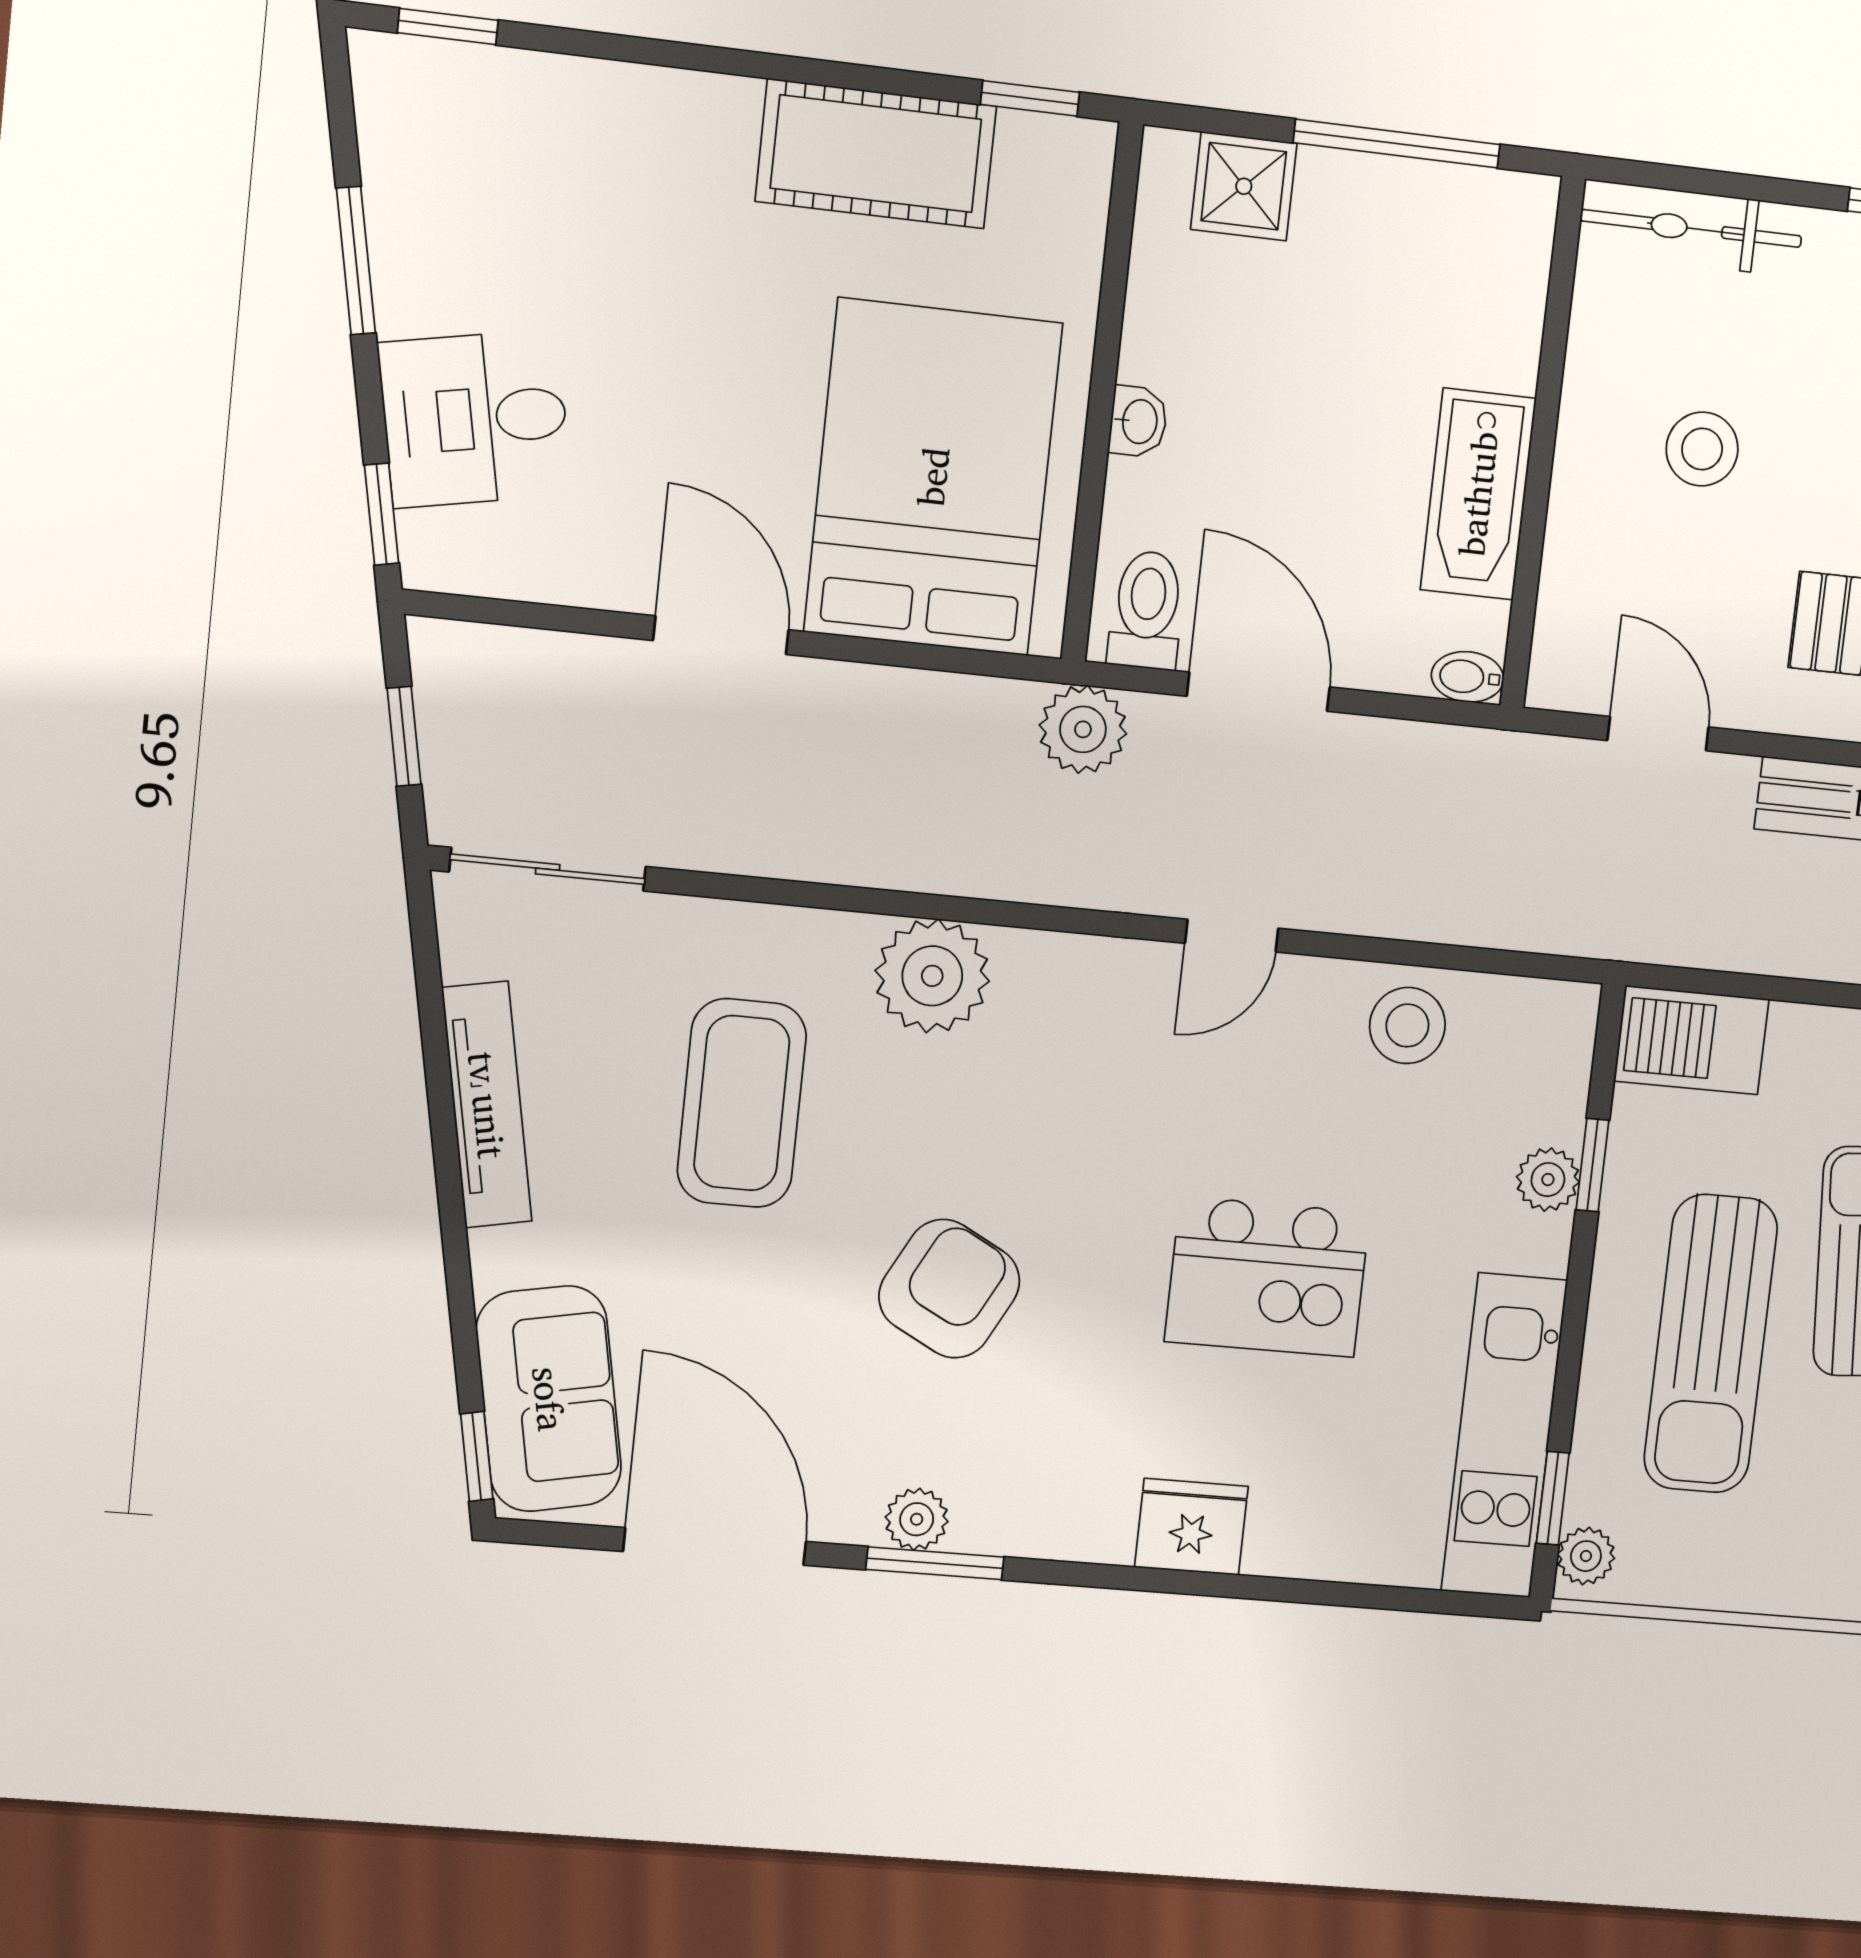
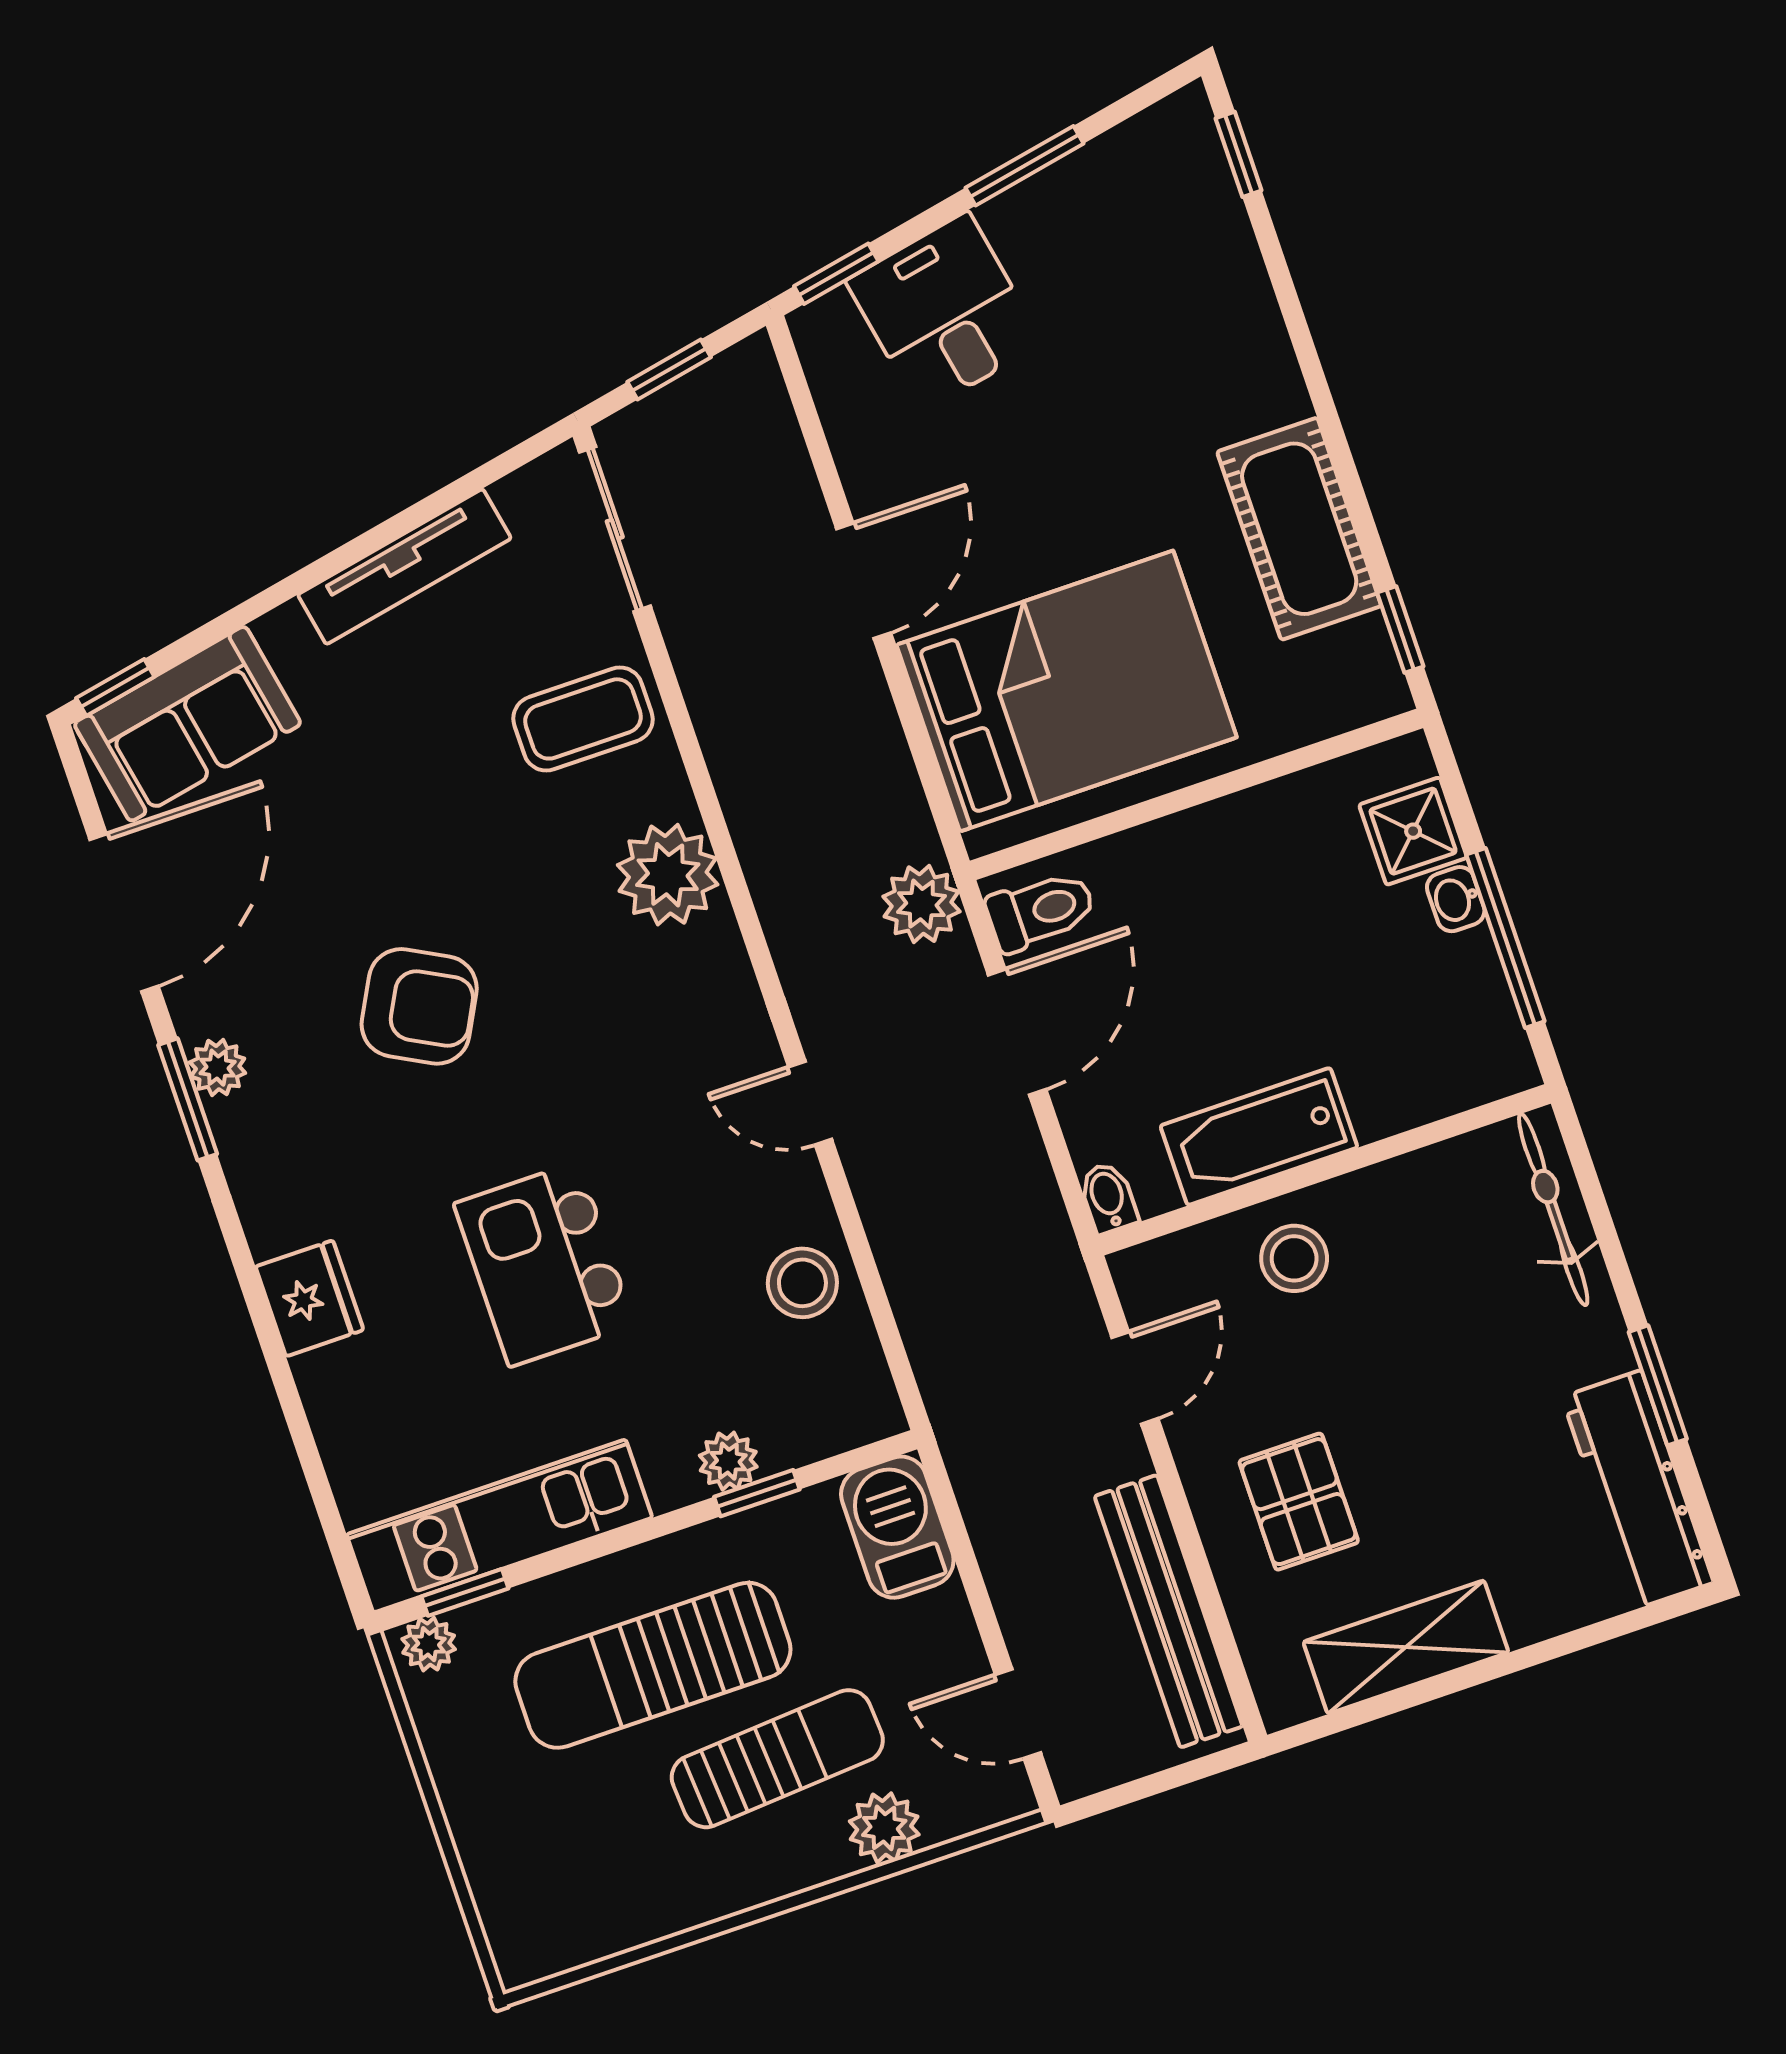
washbasin: (1138, 421) -> (1456, 899), moved, turned 90
stool: (1702, 449) -> (1294, 1258), moved
coffee table: (742, 1103) -> (583, 719), moved, width x0.73, depth x0.76

